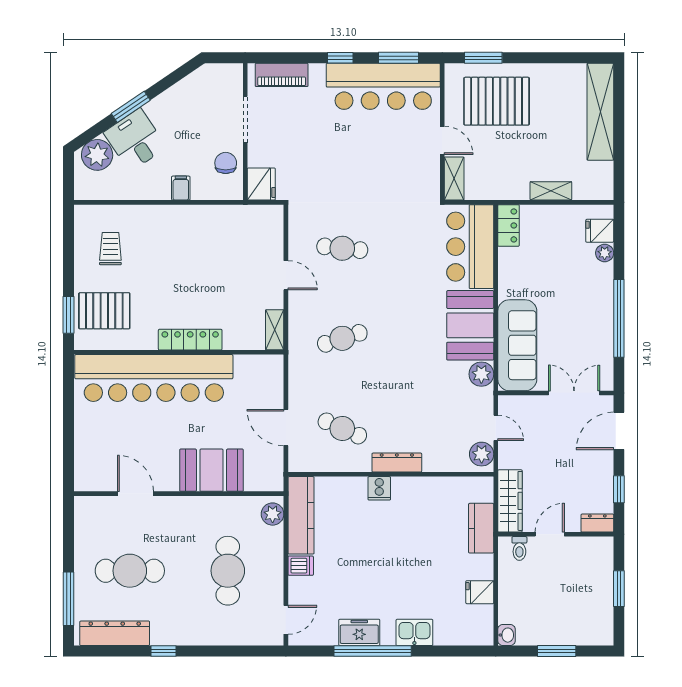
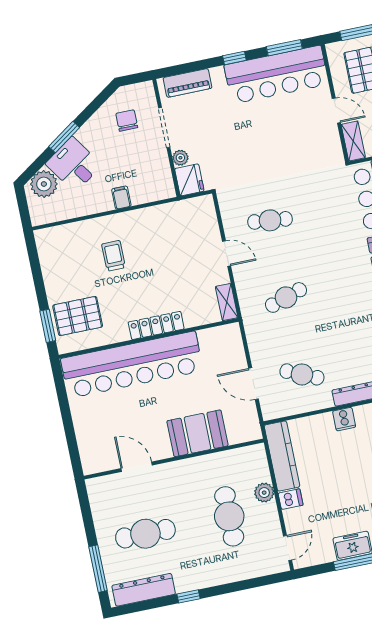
plant: (256, 157) -> (180, 158), added
chair: (226, 163) -> (127, 121), moved
trolley: (110, 249) -> (114, 256), moved
plant: (273, 514) -> (264, 493), moved

